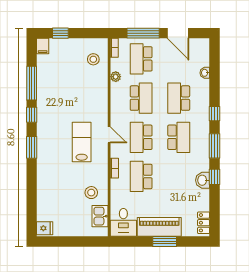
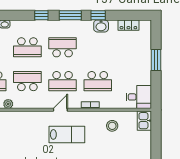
lab bench: (82, 142) -> (67, 134), turned 180
kitchen sink: (100, 216) -> (144, 121), moved, turned 90
locker: (204, 223) -> (128, 25), moved
piano: (159, 227) -> (143, 65), removed

